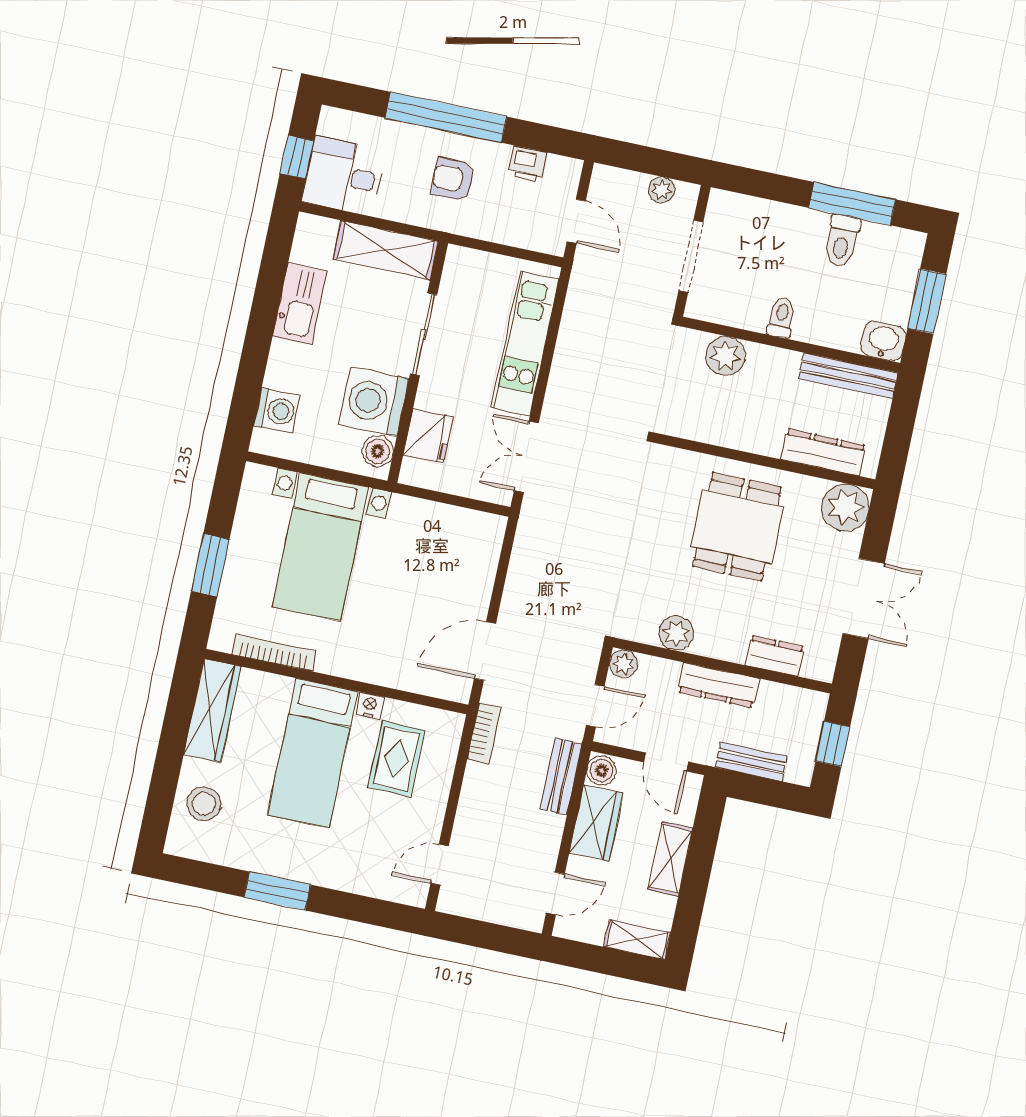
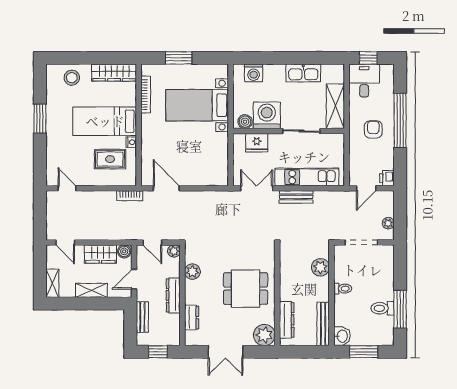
printer: (528, 164) -> (387, 178), moved
bench: (561, 776) -> (296, 197), moved

